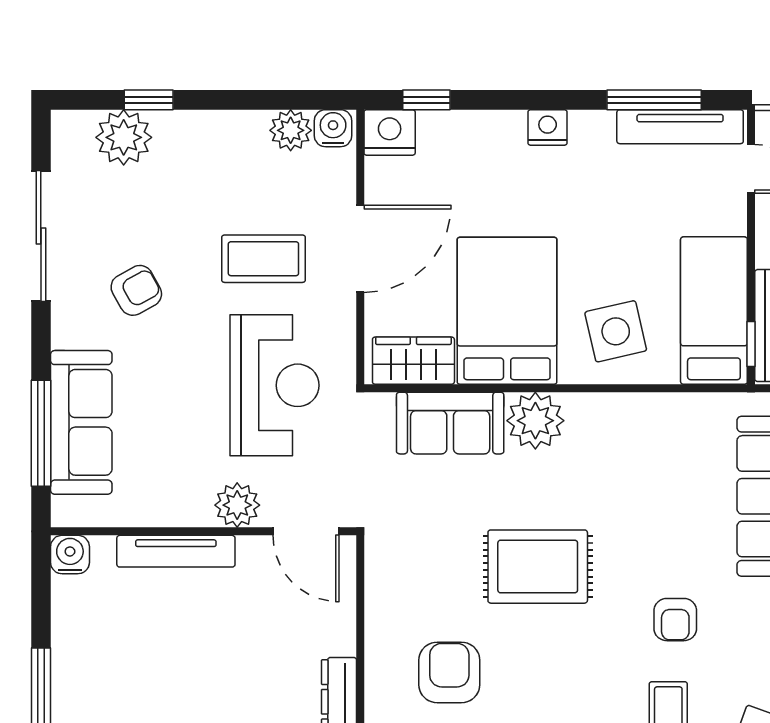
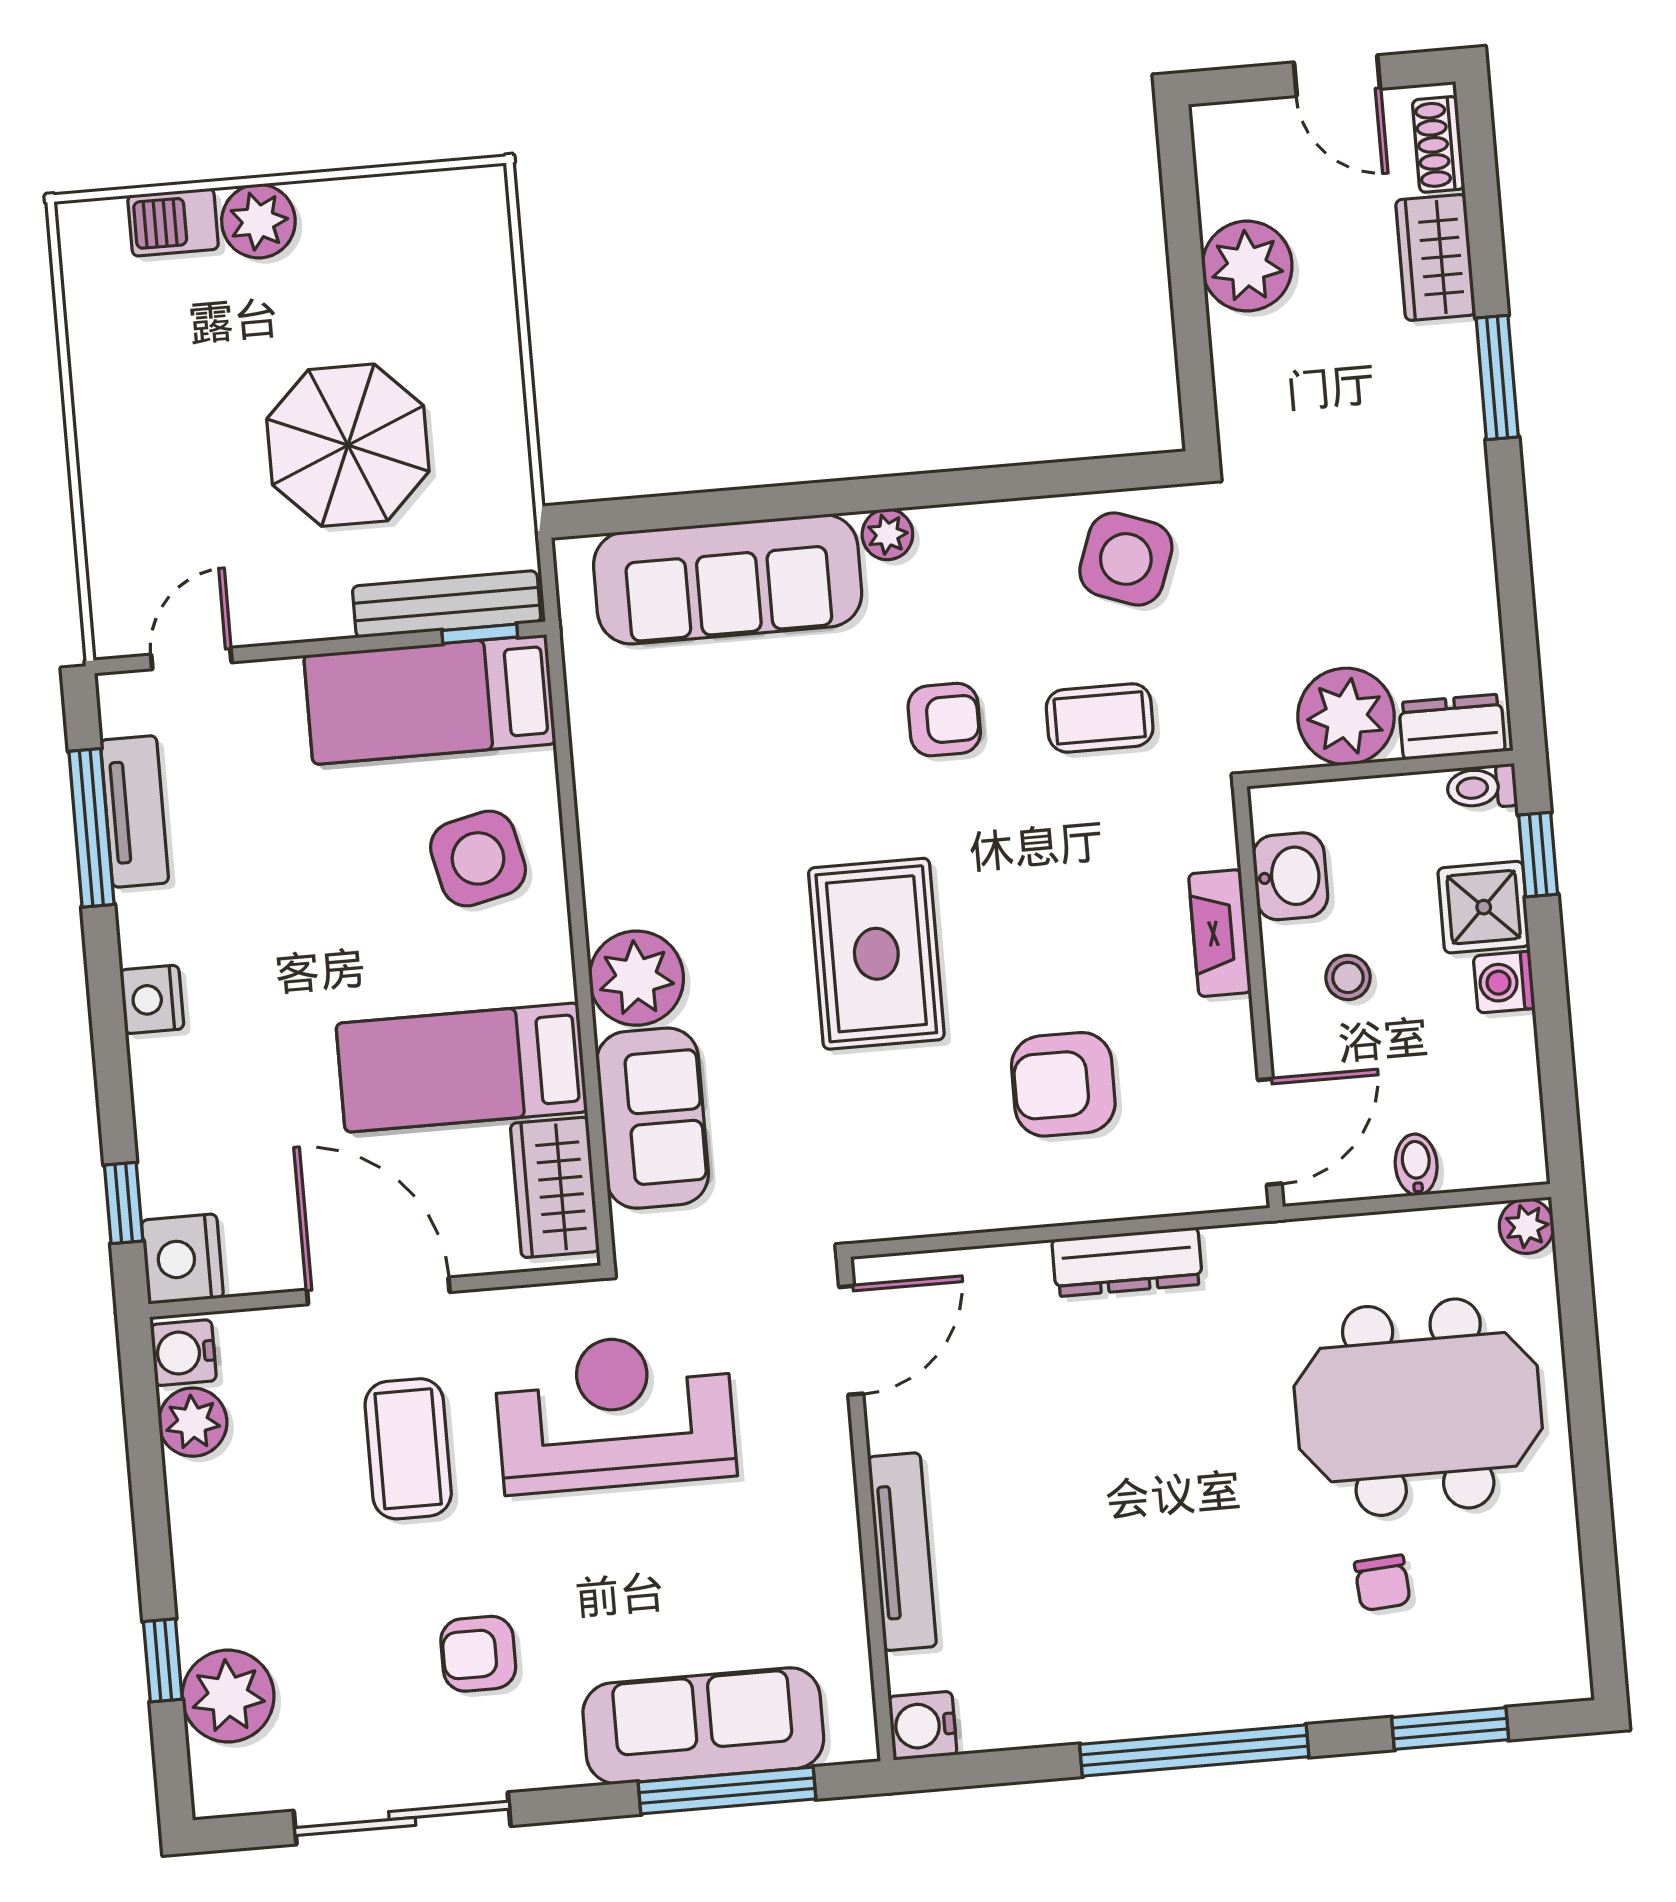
tv unit: (680, 127) -> (134, 811), width x0.71
armchair: (136, 290) -> (478, 1654), turned -61
bed: (507, 311) -> (462, 1068), width x0.67
plant: (237, 505) -> (817, 1457), removed

